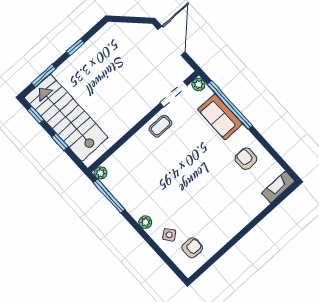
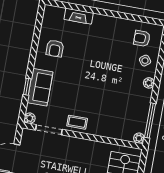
window: (230, 105) -> (27, 87), width x0.32
fireplace: (278, 187) -> (79, 16), moved

